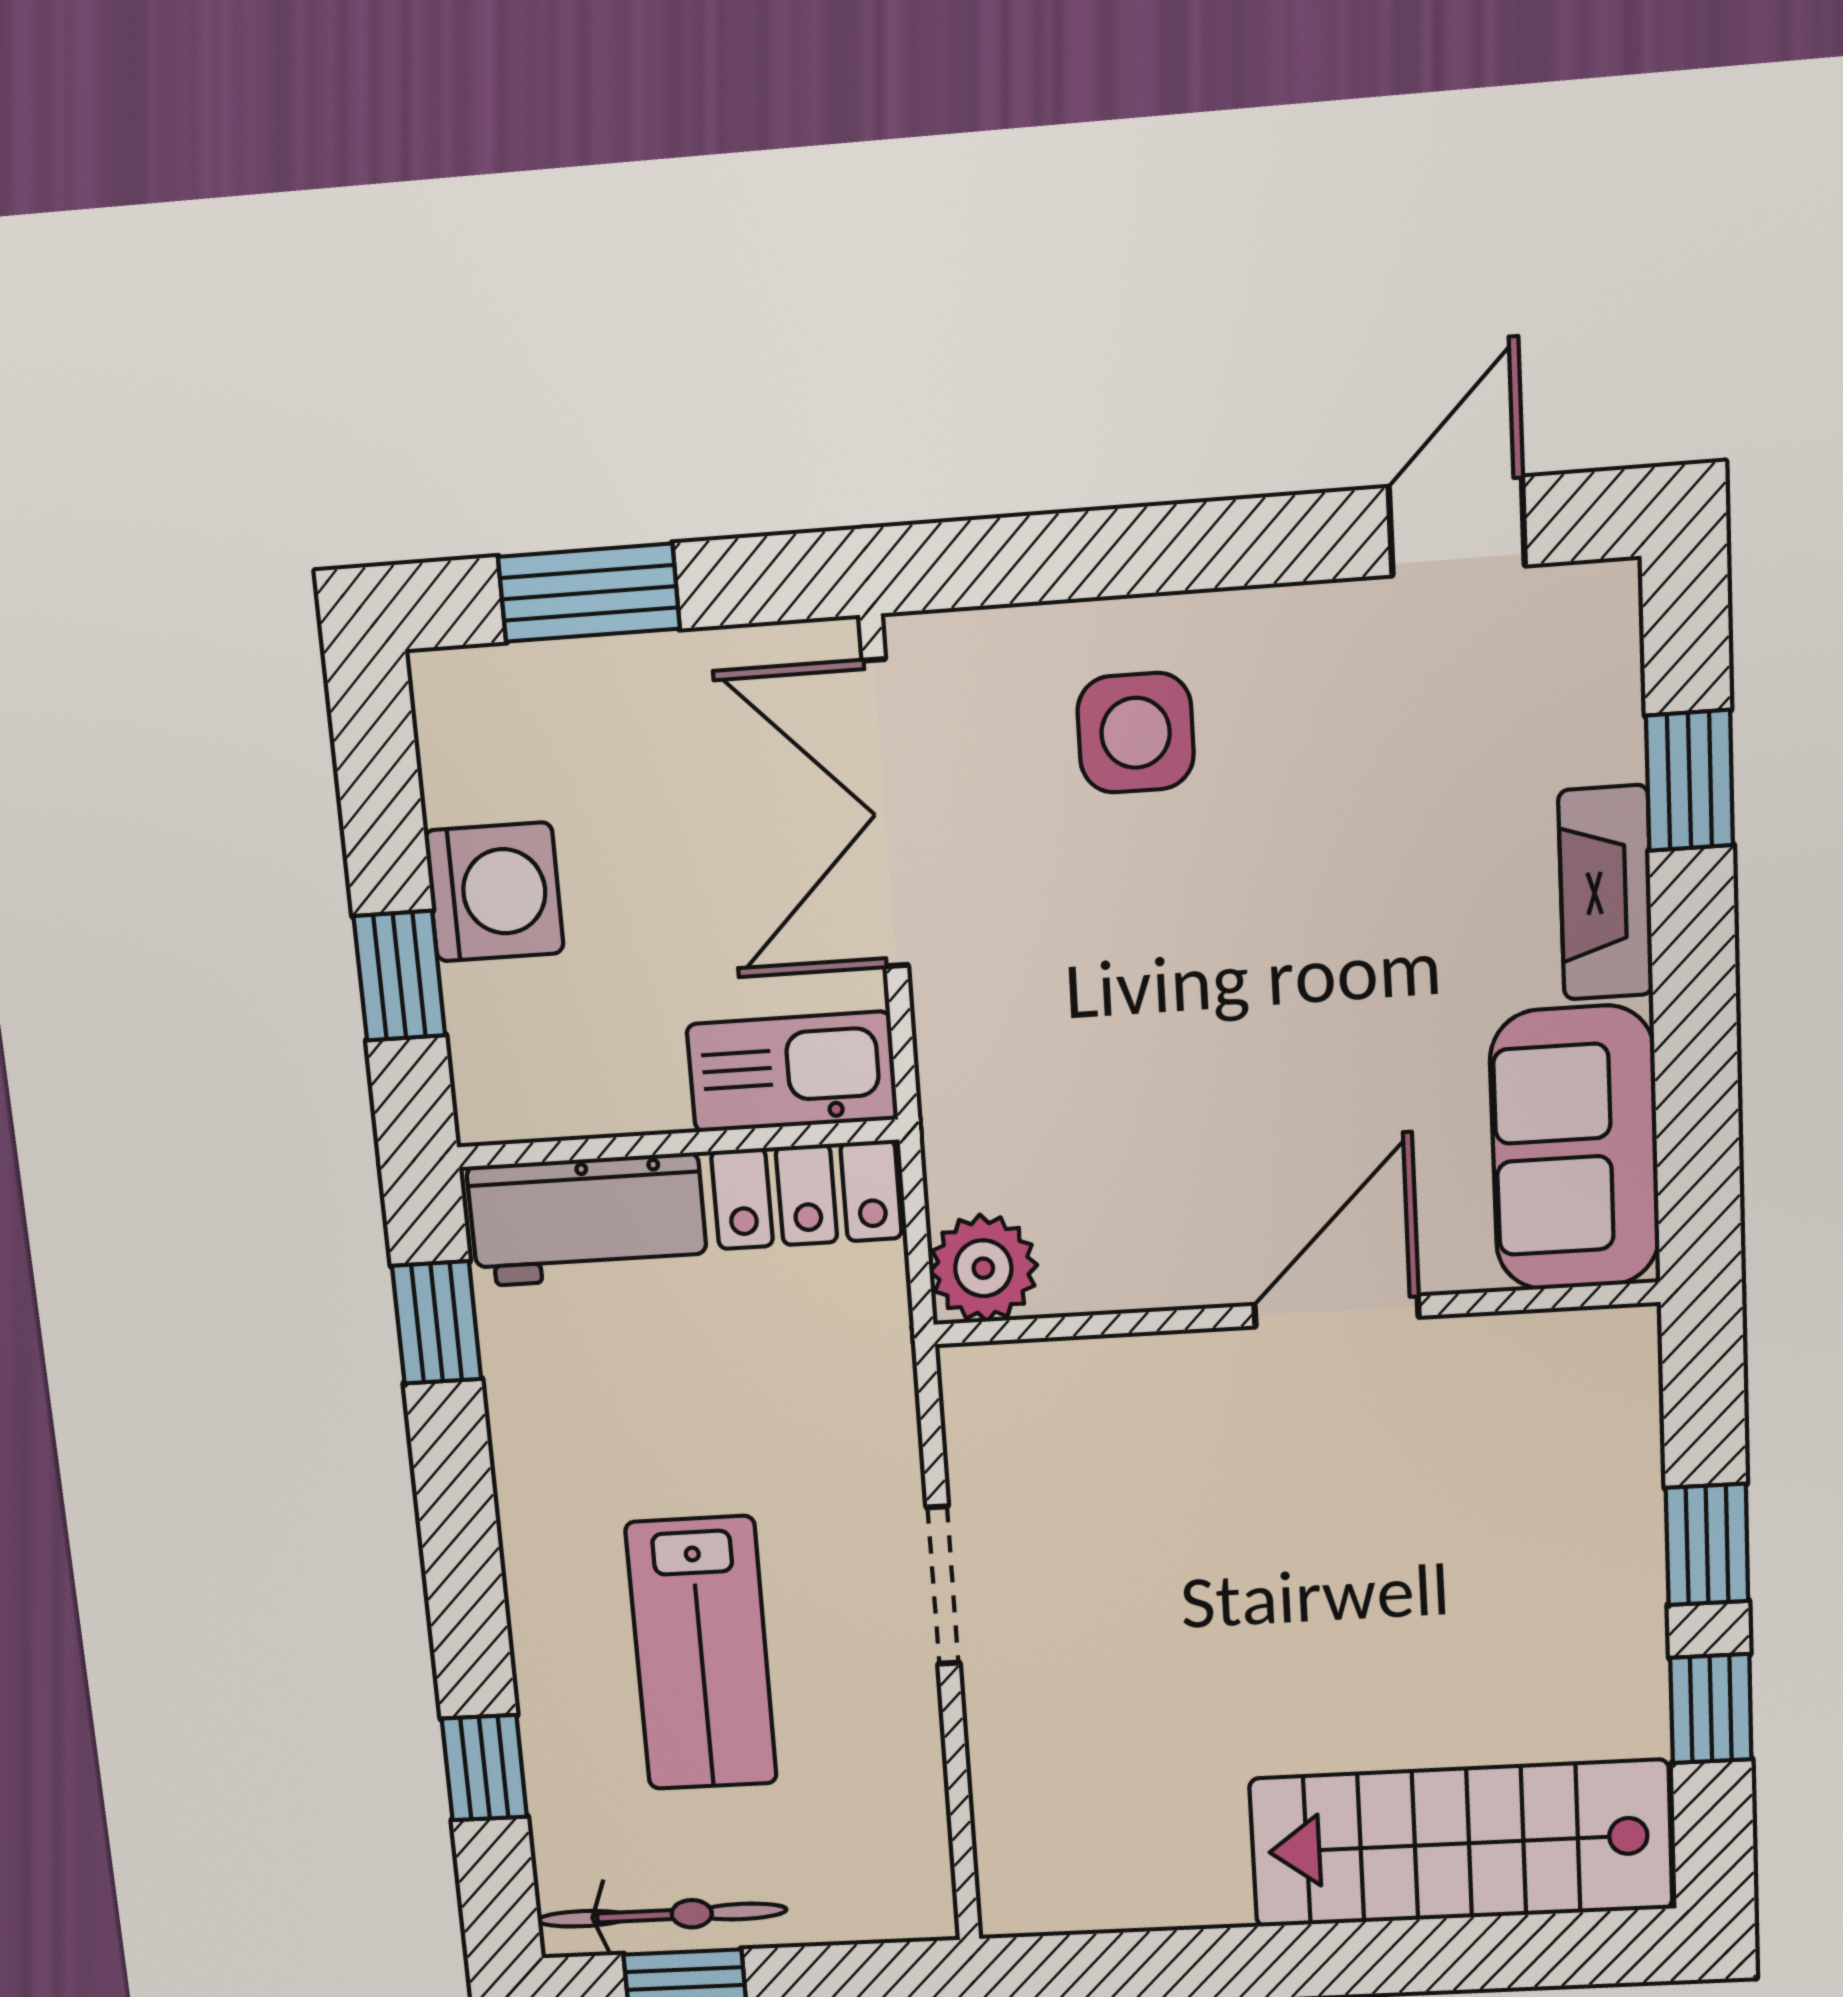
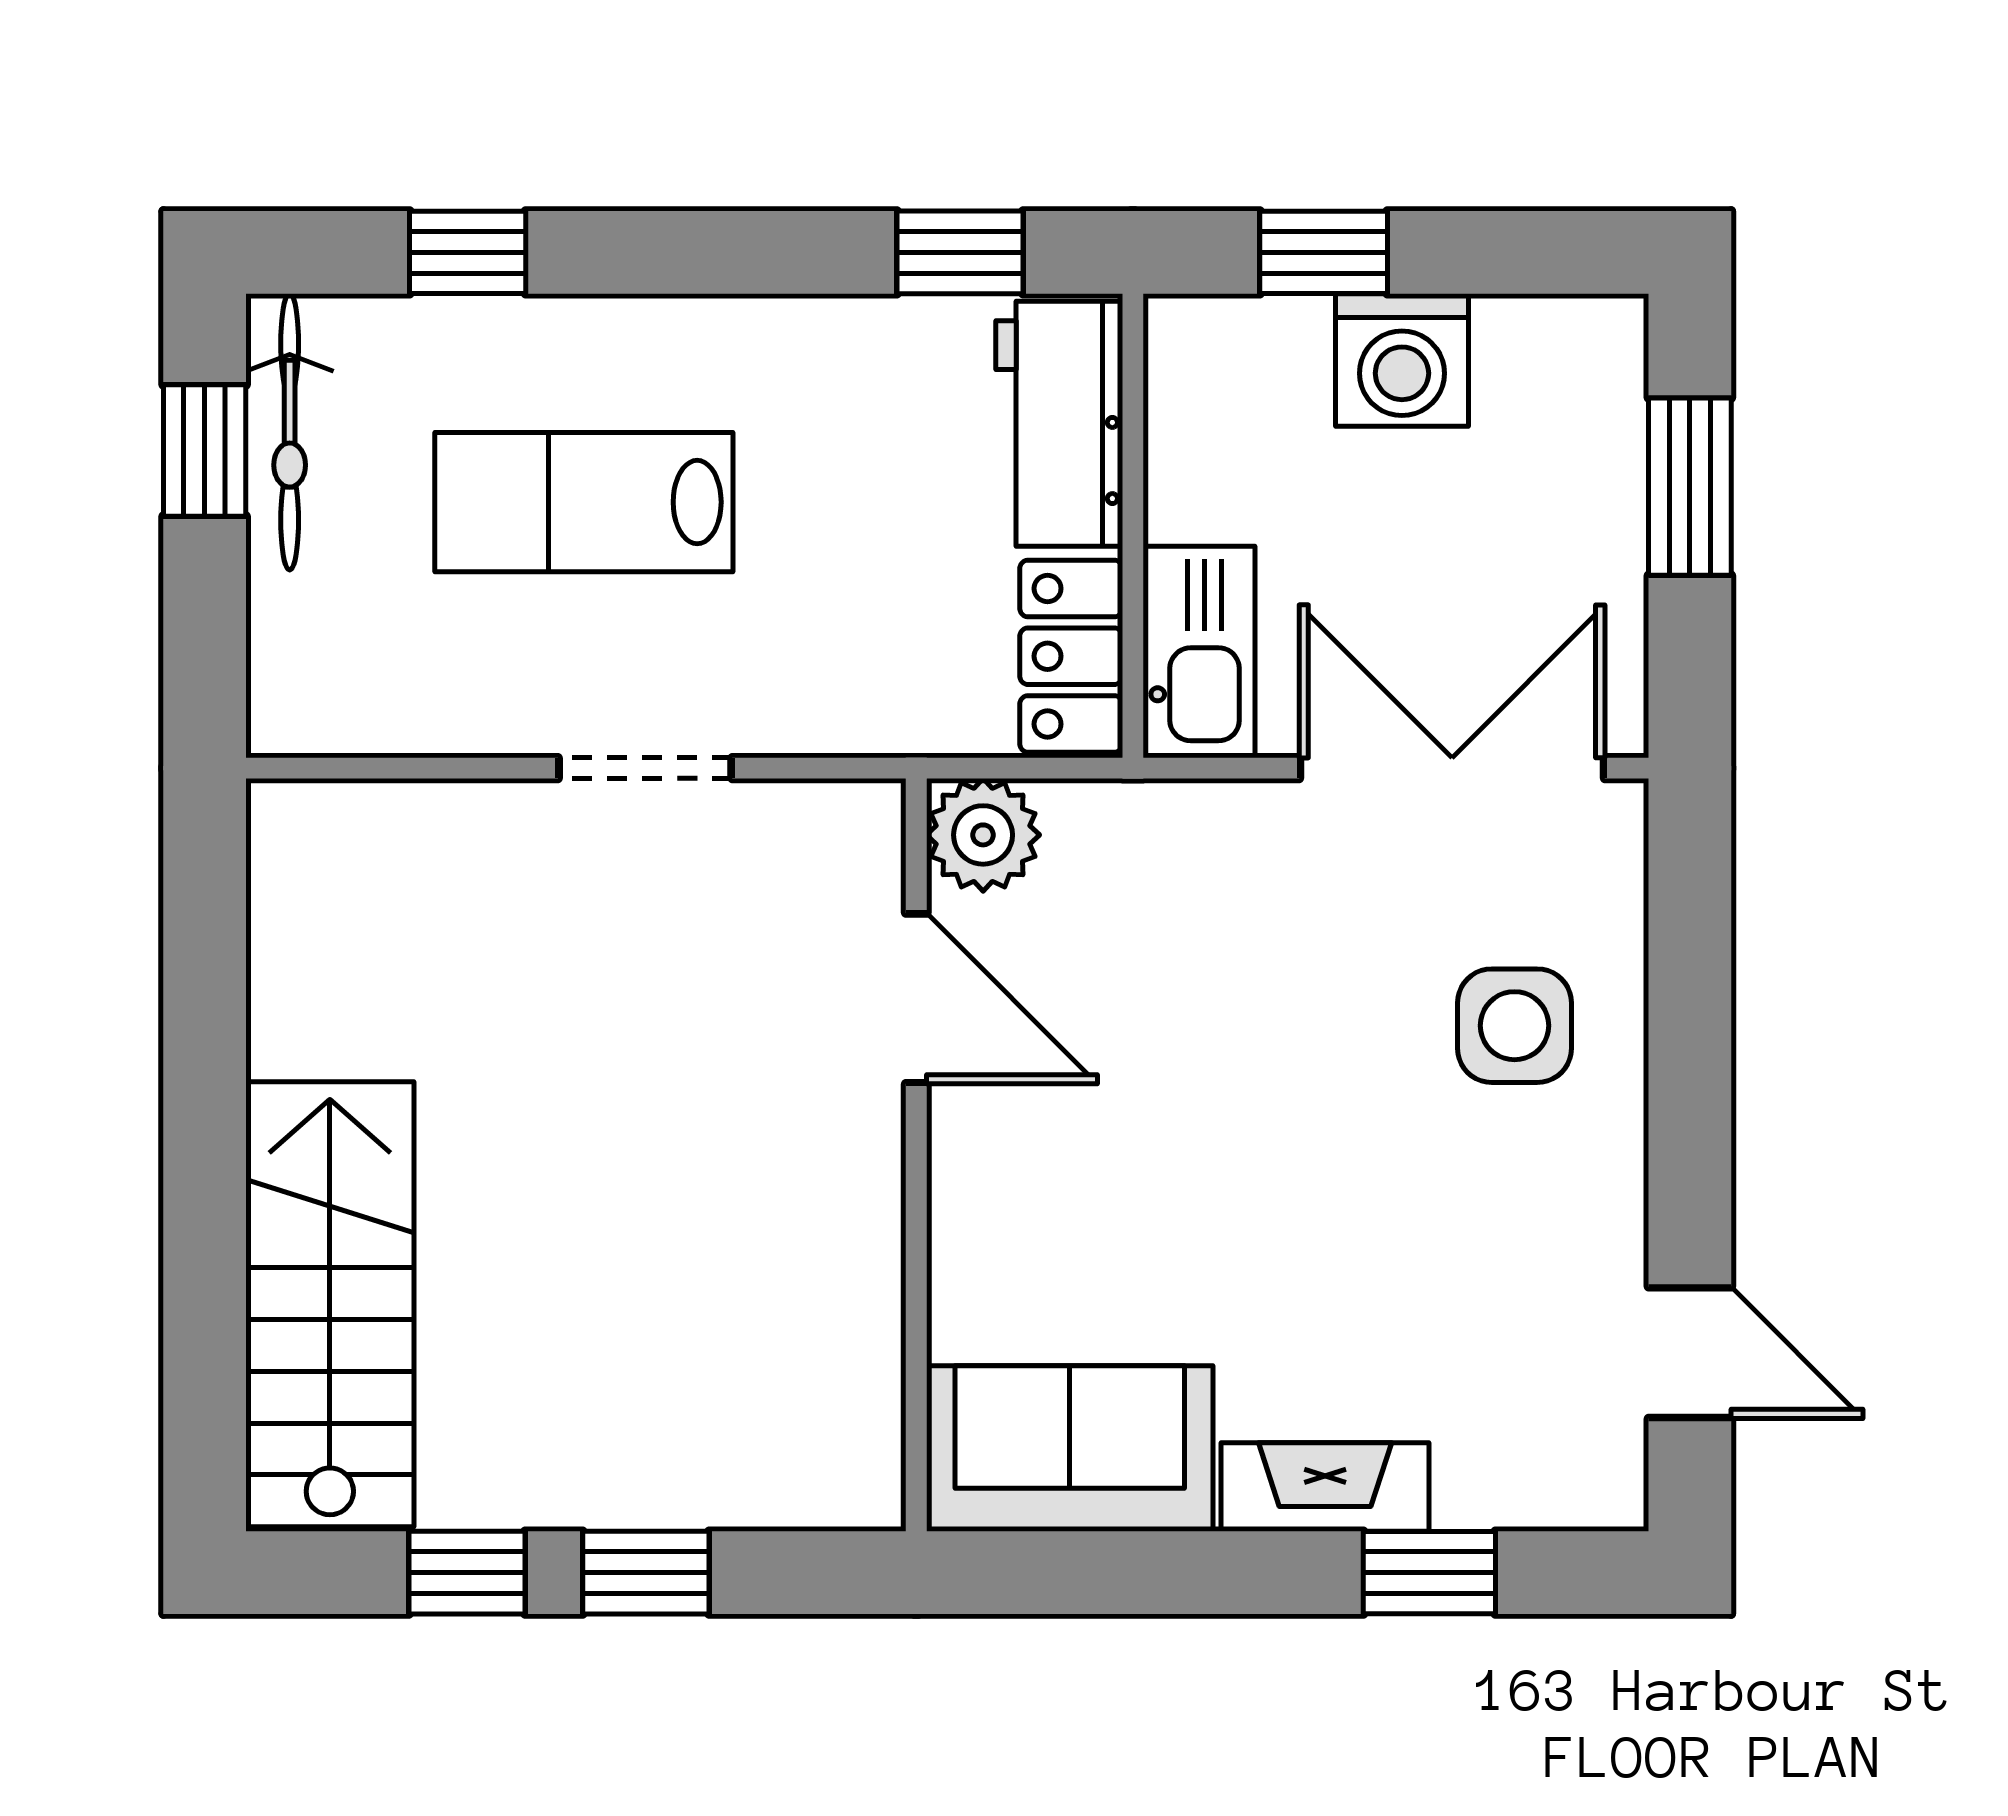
door: (1336, 1311) -> (916, 998), moved

